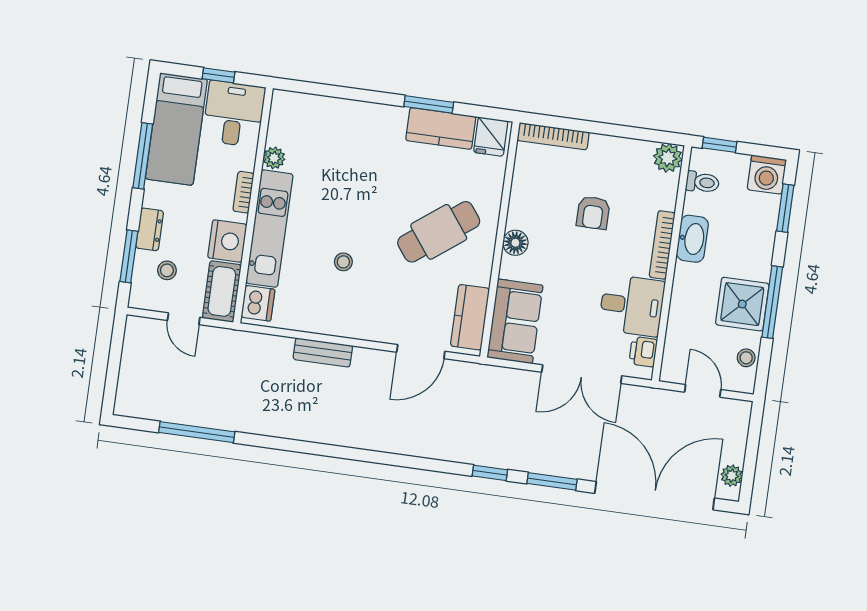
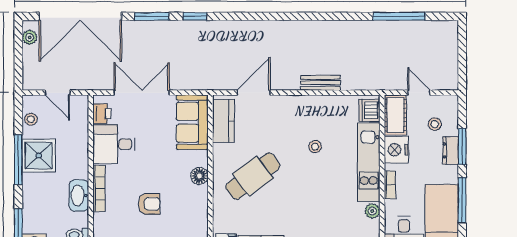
armchair: (593, 213) -> (149, 204), turned 90
window: (129, 256) -> (462, 146), moved

